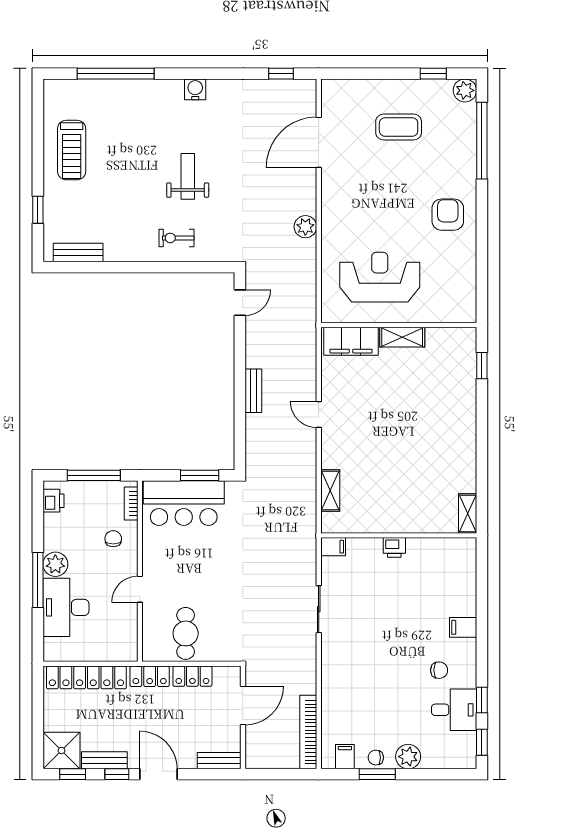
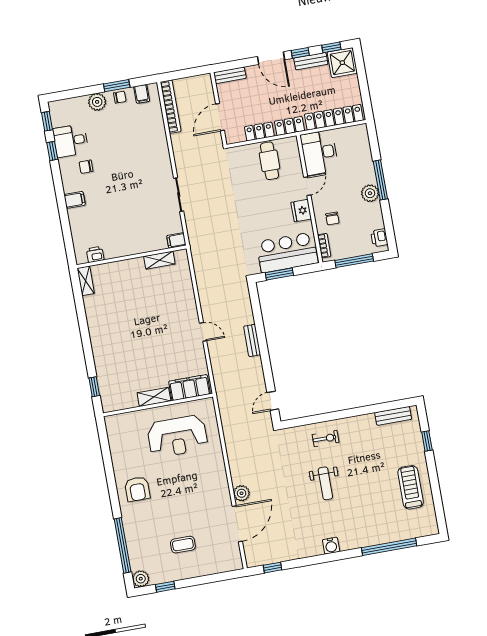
coffee table: (399, 127) -> (183, 545), width x0.73, depth x0.77
plant: (305, 227) -> (242, 493), moved
shelving: (330, 490) -> (159, 260), moved, turned 90
printer: (394, 547) -> (95, 254), moved
fridge: (154, 557) -> (301, 211), added
desk: (66, 607) -> (319, 153), moved, turned 180

